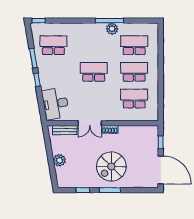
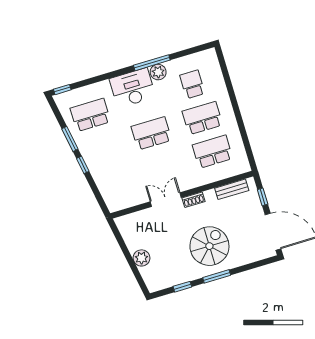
school desk: (134, 45) -> (192, 84), width x0.54
desk: (55, 104) -> (133, 88), moved, turned 100
double door: (90, 123) -> (166, 200), swing flipped
bench: (65, 130) -> (232, 189), moved
spiral stairs: (111, 166) -> (209, 246), turned 180

